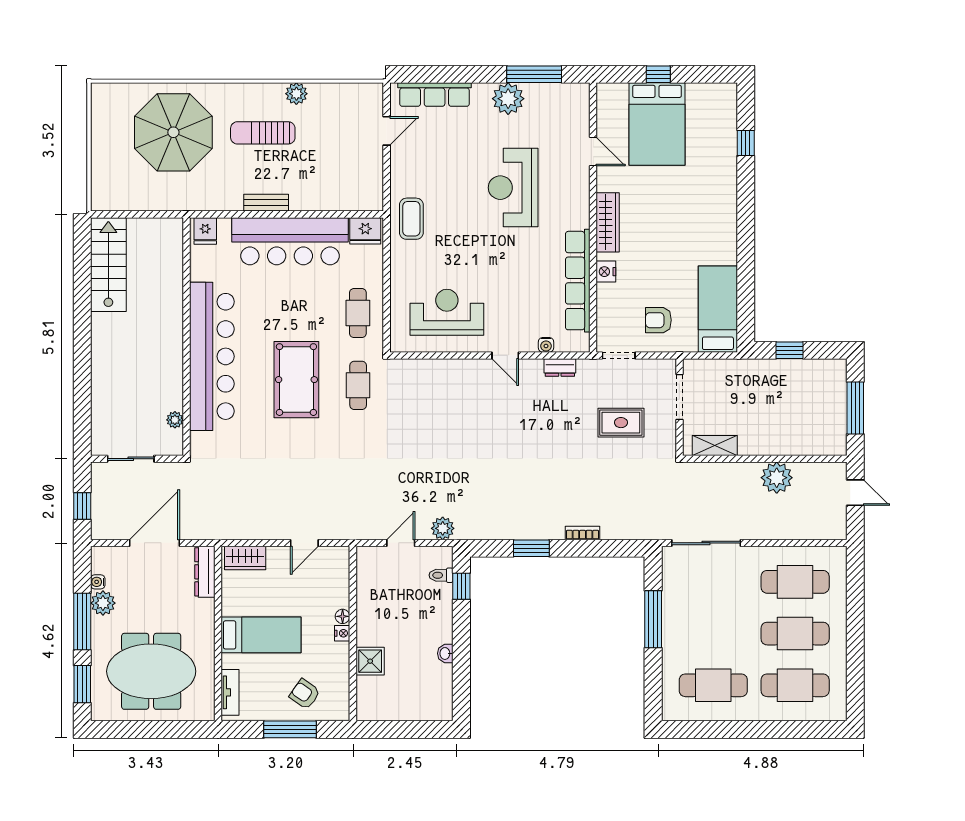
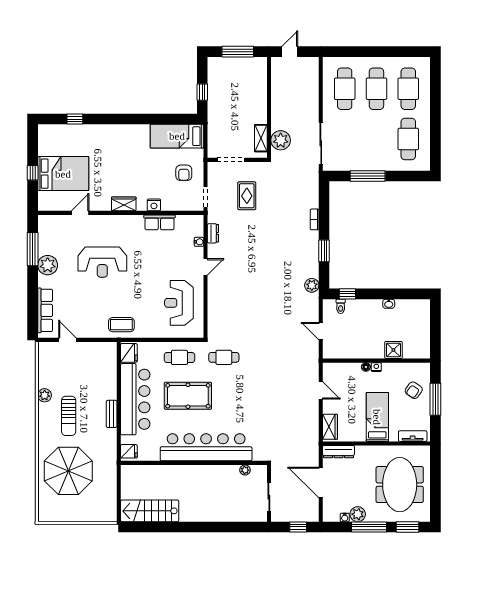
wardrobe: (608, 222) -> (124, 204), width x0.67
row of seats: (578, 281) -> (159, 222), width x0.50
pool table: (296, 380) -> (188, 396), moved
plant: (777, 478) -> (281, 140), moved
plant: (443, 528) -> (312, 285), moved

